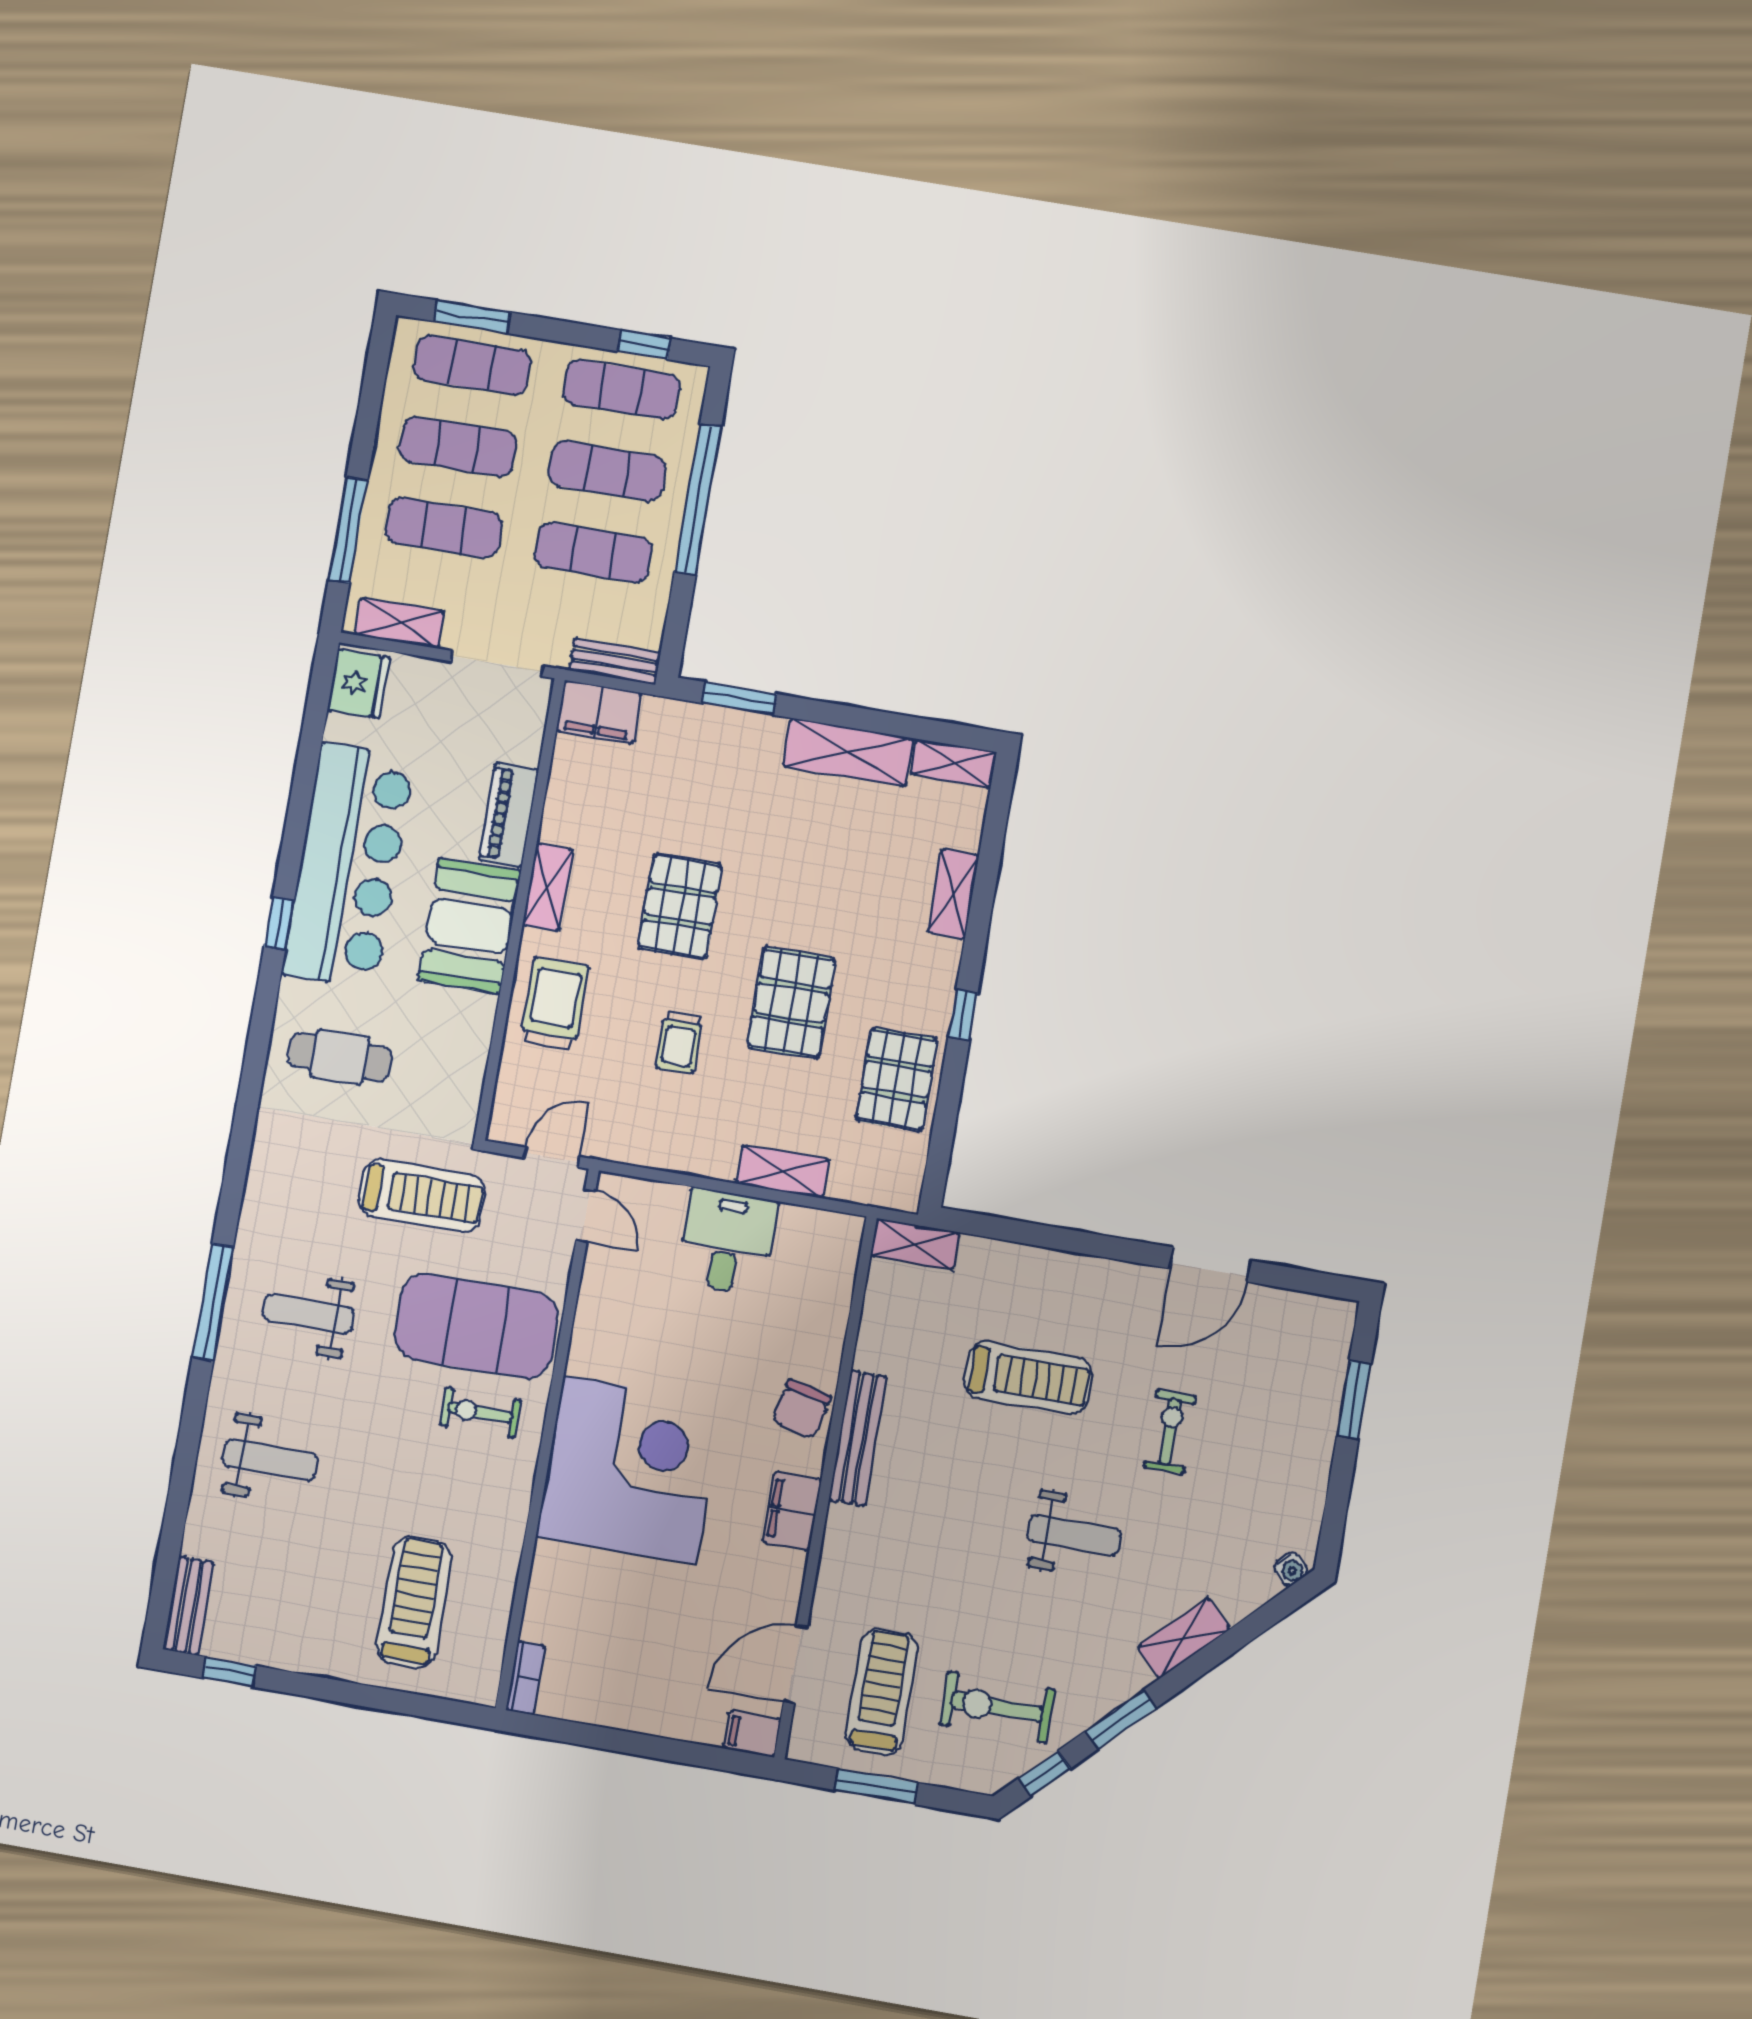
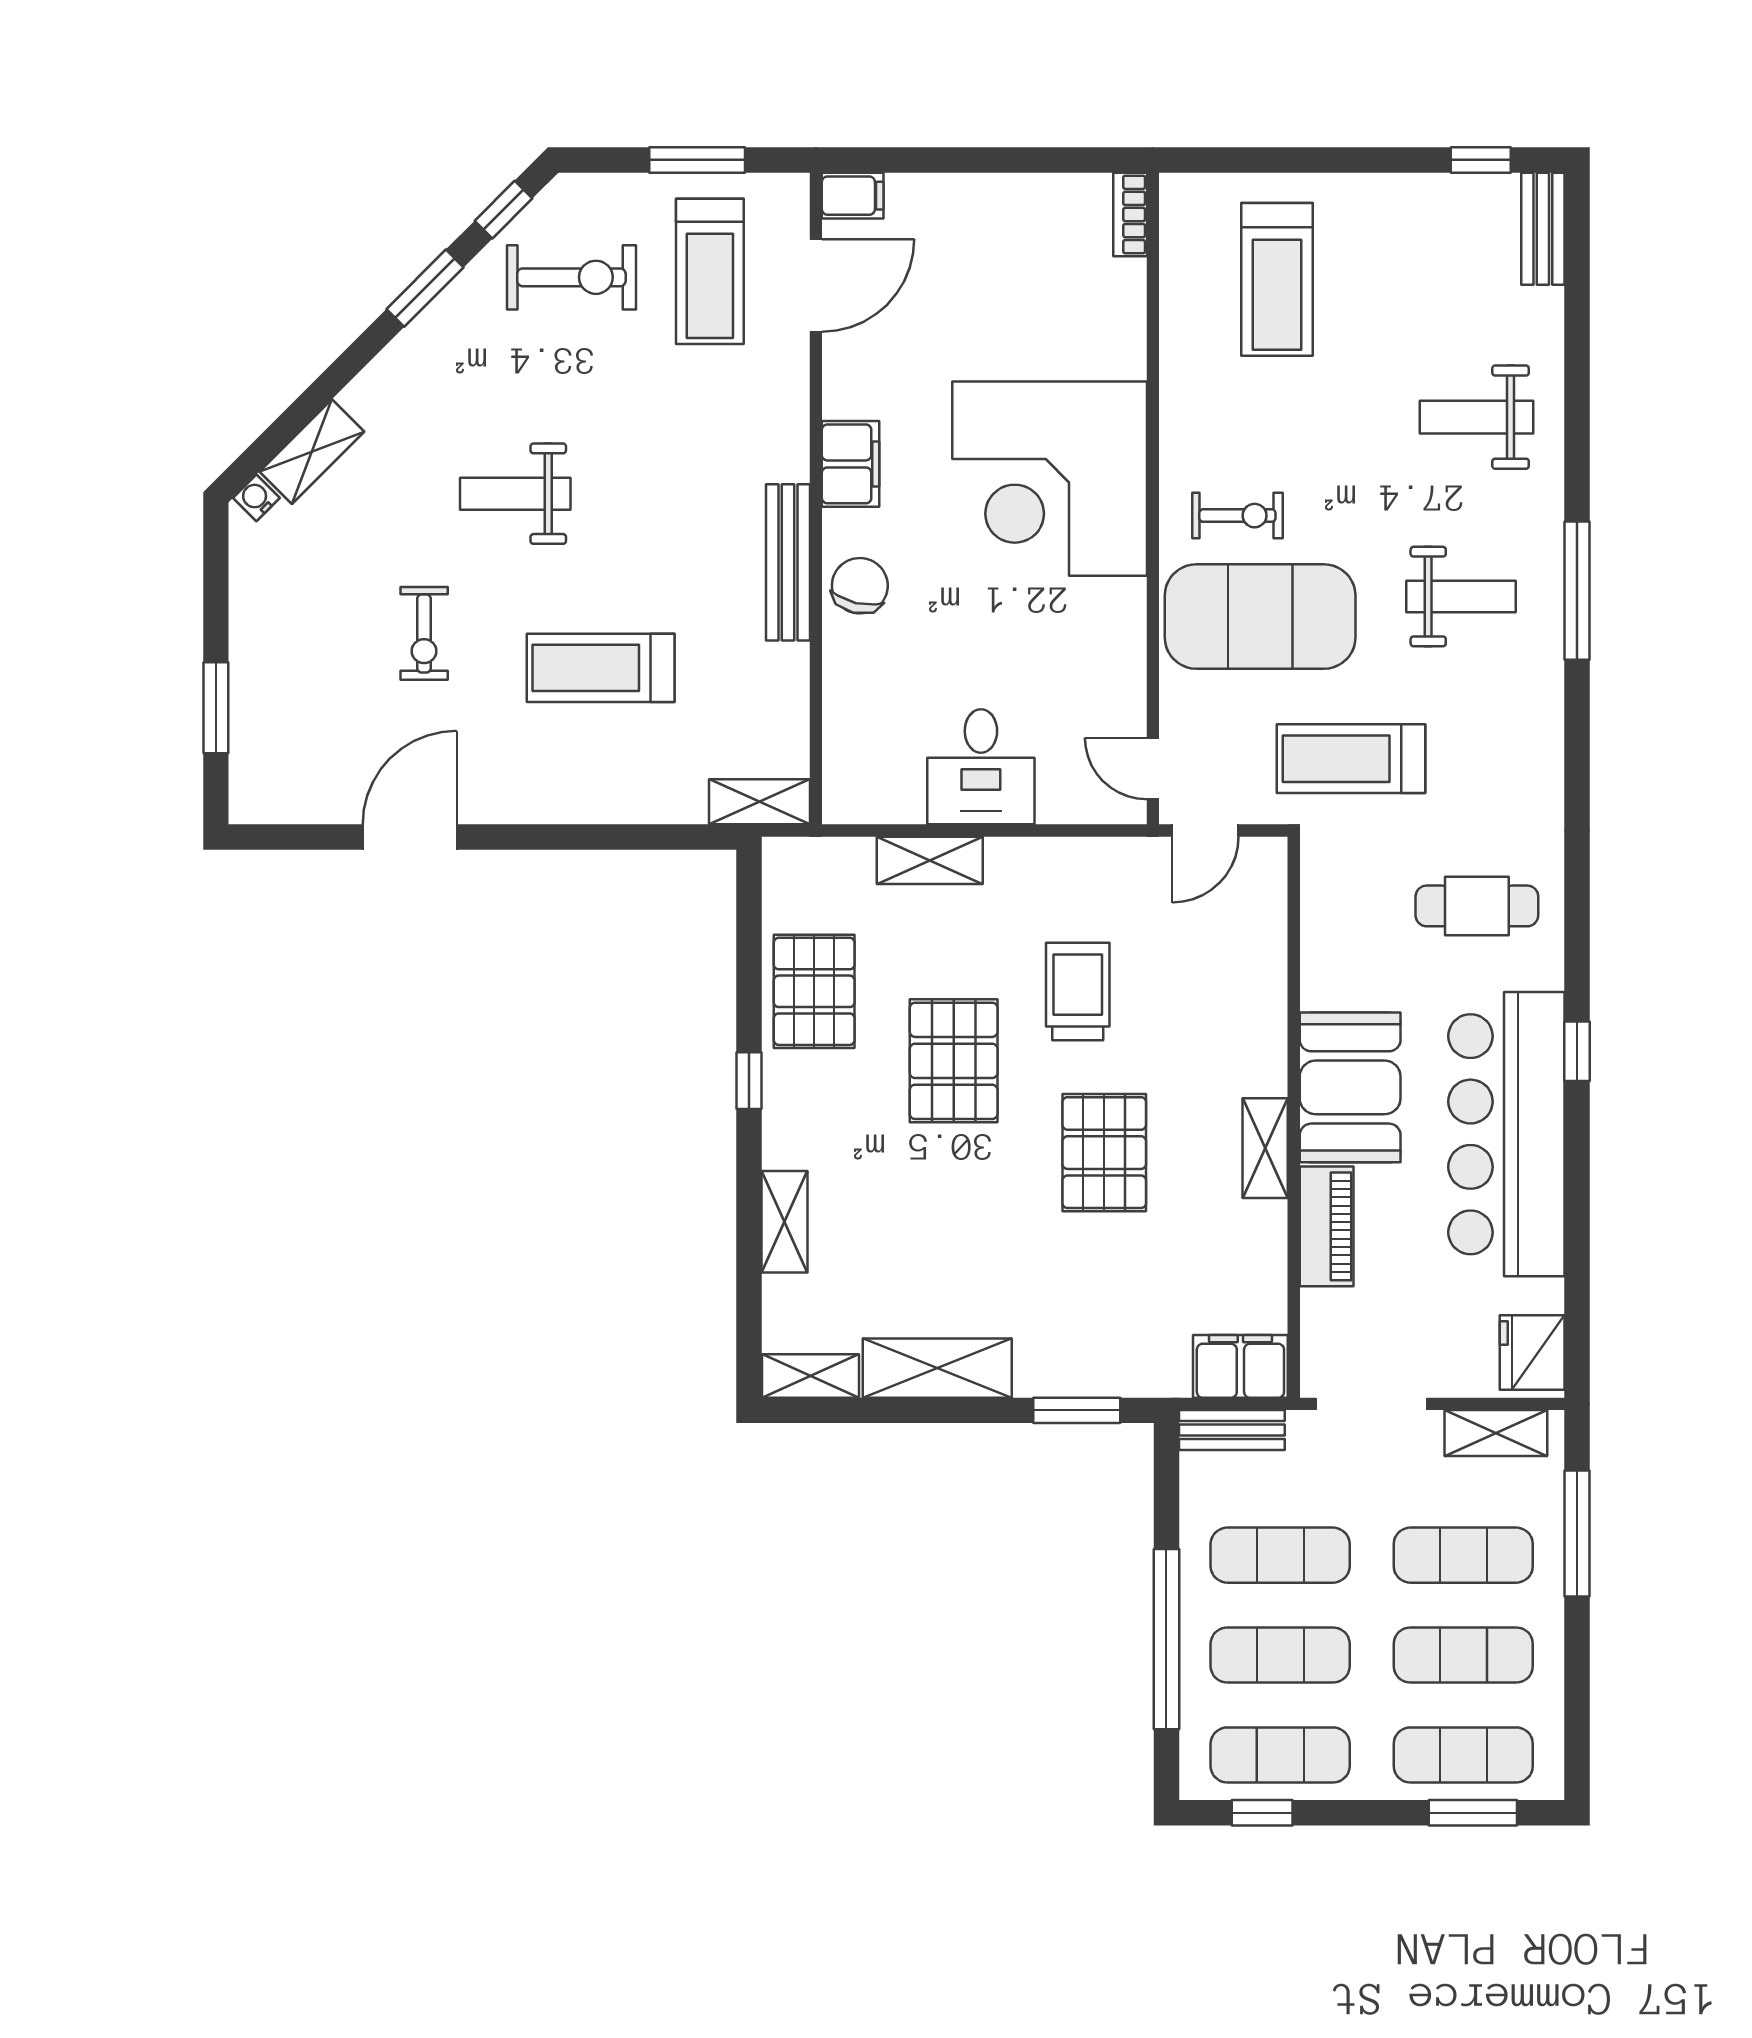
trolley: (555, 1004) -> (1233, 1012), removed
trolley: (679, 1042) -> (1078, 992), width x1.36, depth x1.39
shelving: (1184, 1638) -> (312, 452), moved

